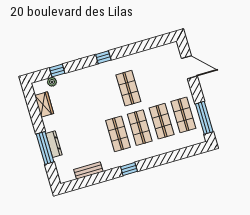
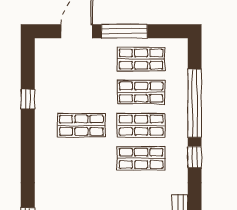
window: (103, 57) -> (28, 99), moved
window: (204, 118) -> (124, 31), moved
window: (164, 159) -> (195, 103), added

